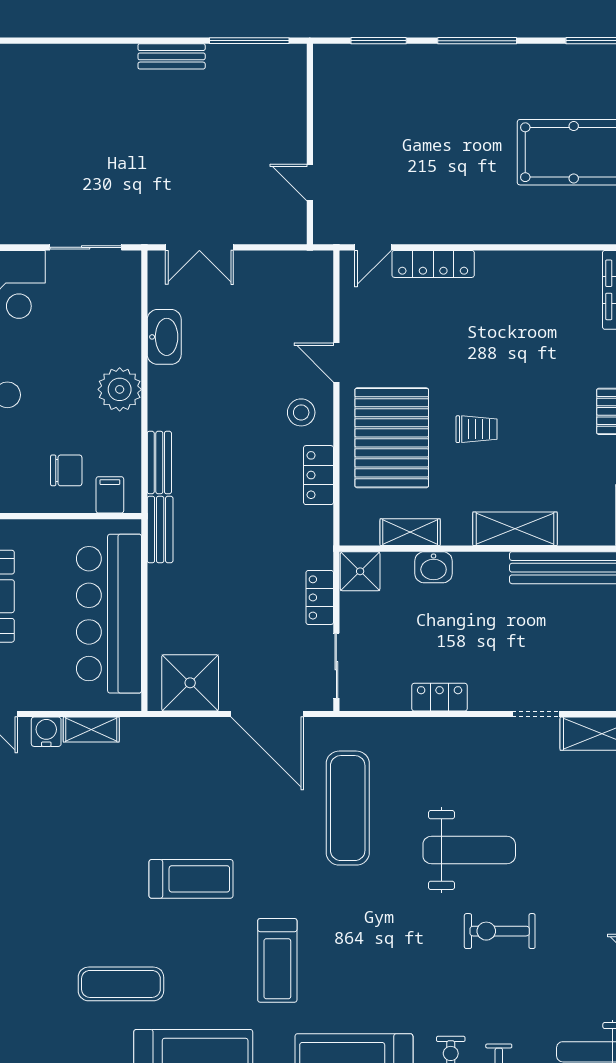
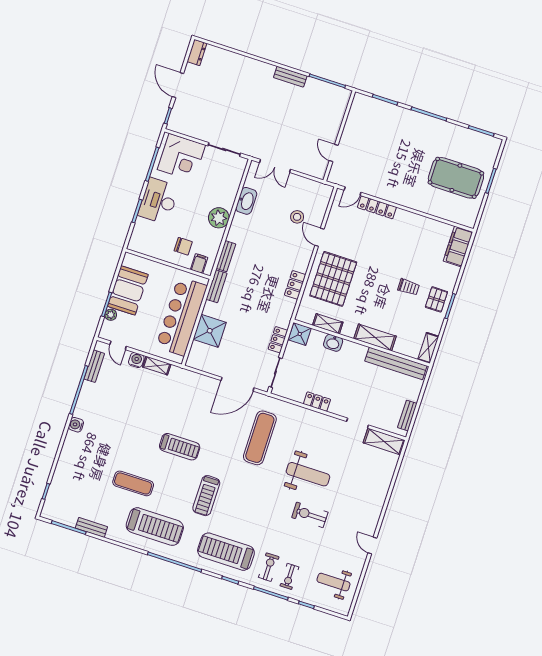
stool: (301, 412) -> (297, 217), moved
trolley: (477, 429) -> (408, 287), moved
shower: (190, 683) -> (210, 331), moved
door: (267, 714) -> (238, 384), hinge flipped

